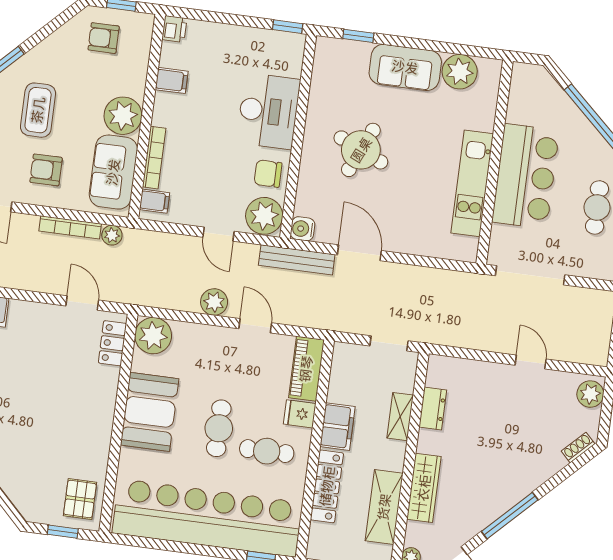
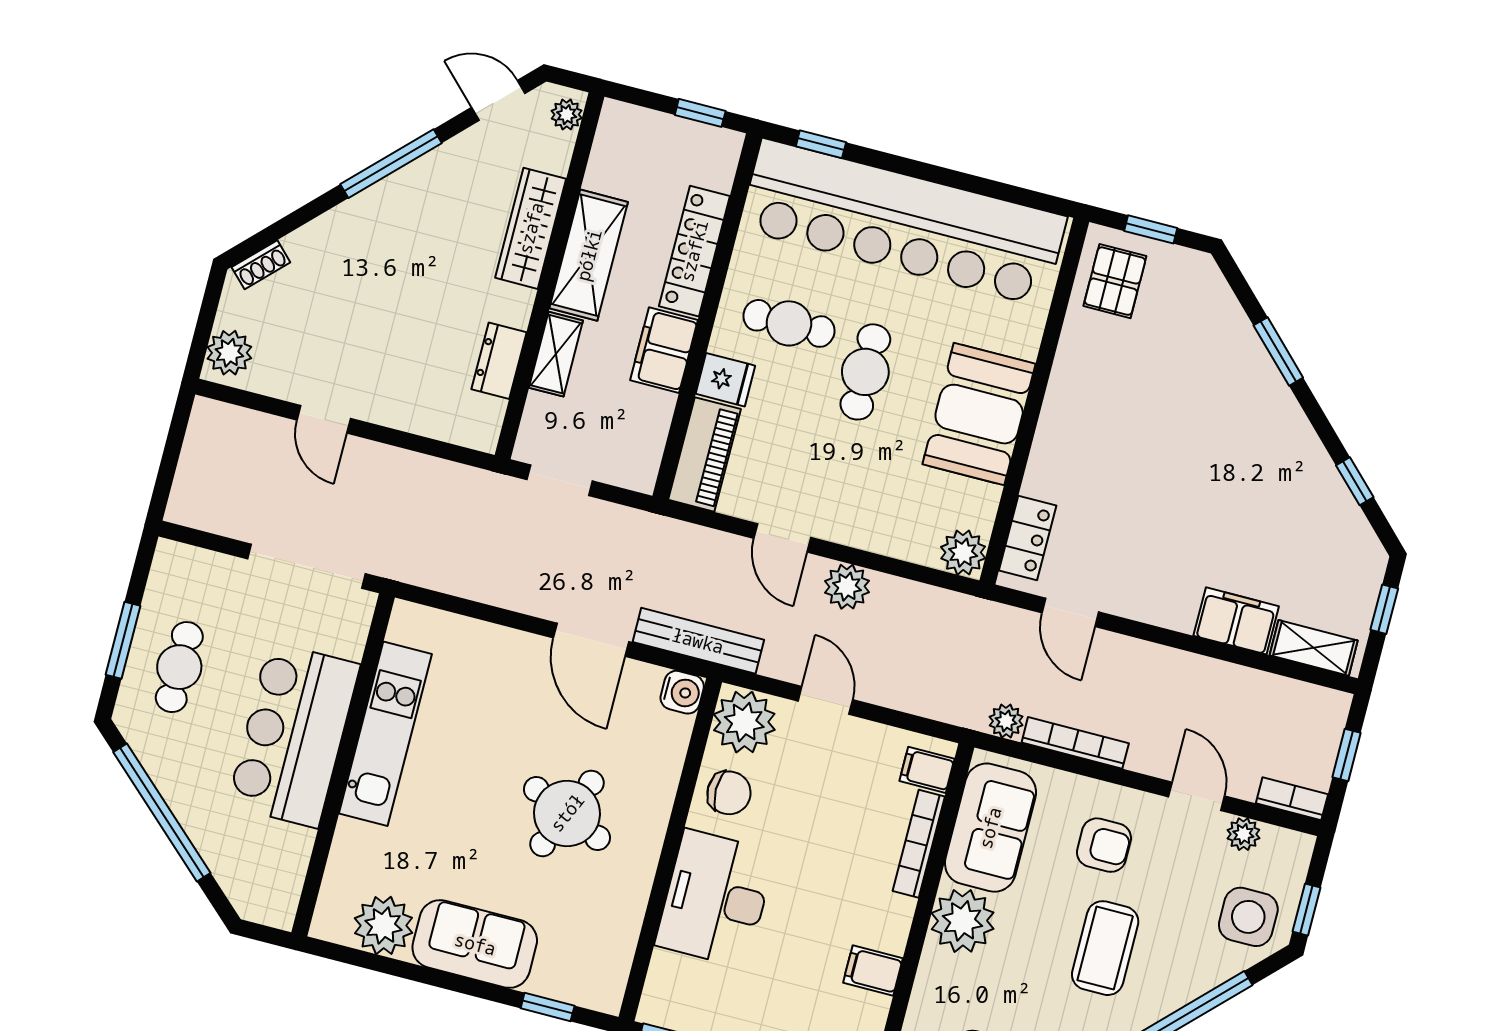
plant: (153, 336) -> (963, 553), width x0.73, depth x0.73
shelving: (384, 507) -> (589, 255), moved

